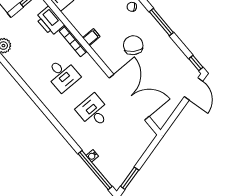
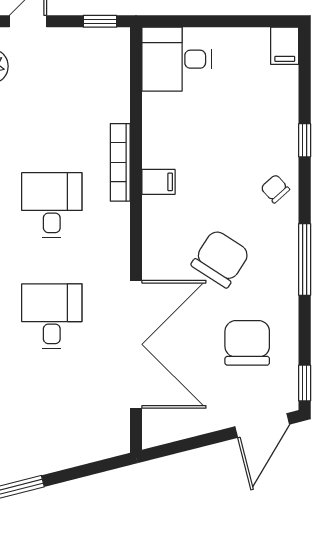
printer: (50, 21) -> (109, 92), removed
chair: (166, 66) -> (247, 343), added
desk: (62, 75) -> (52, 205), turned 180

